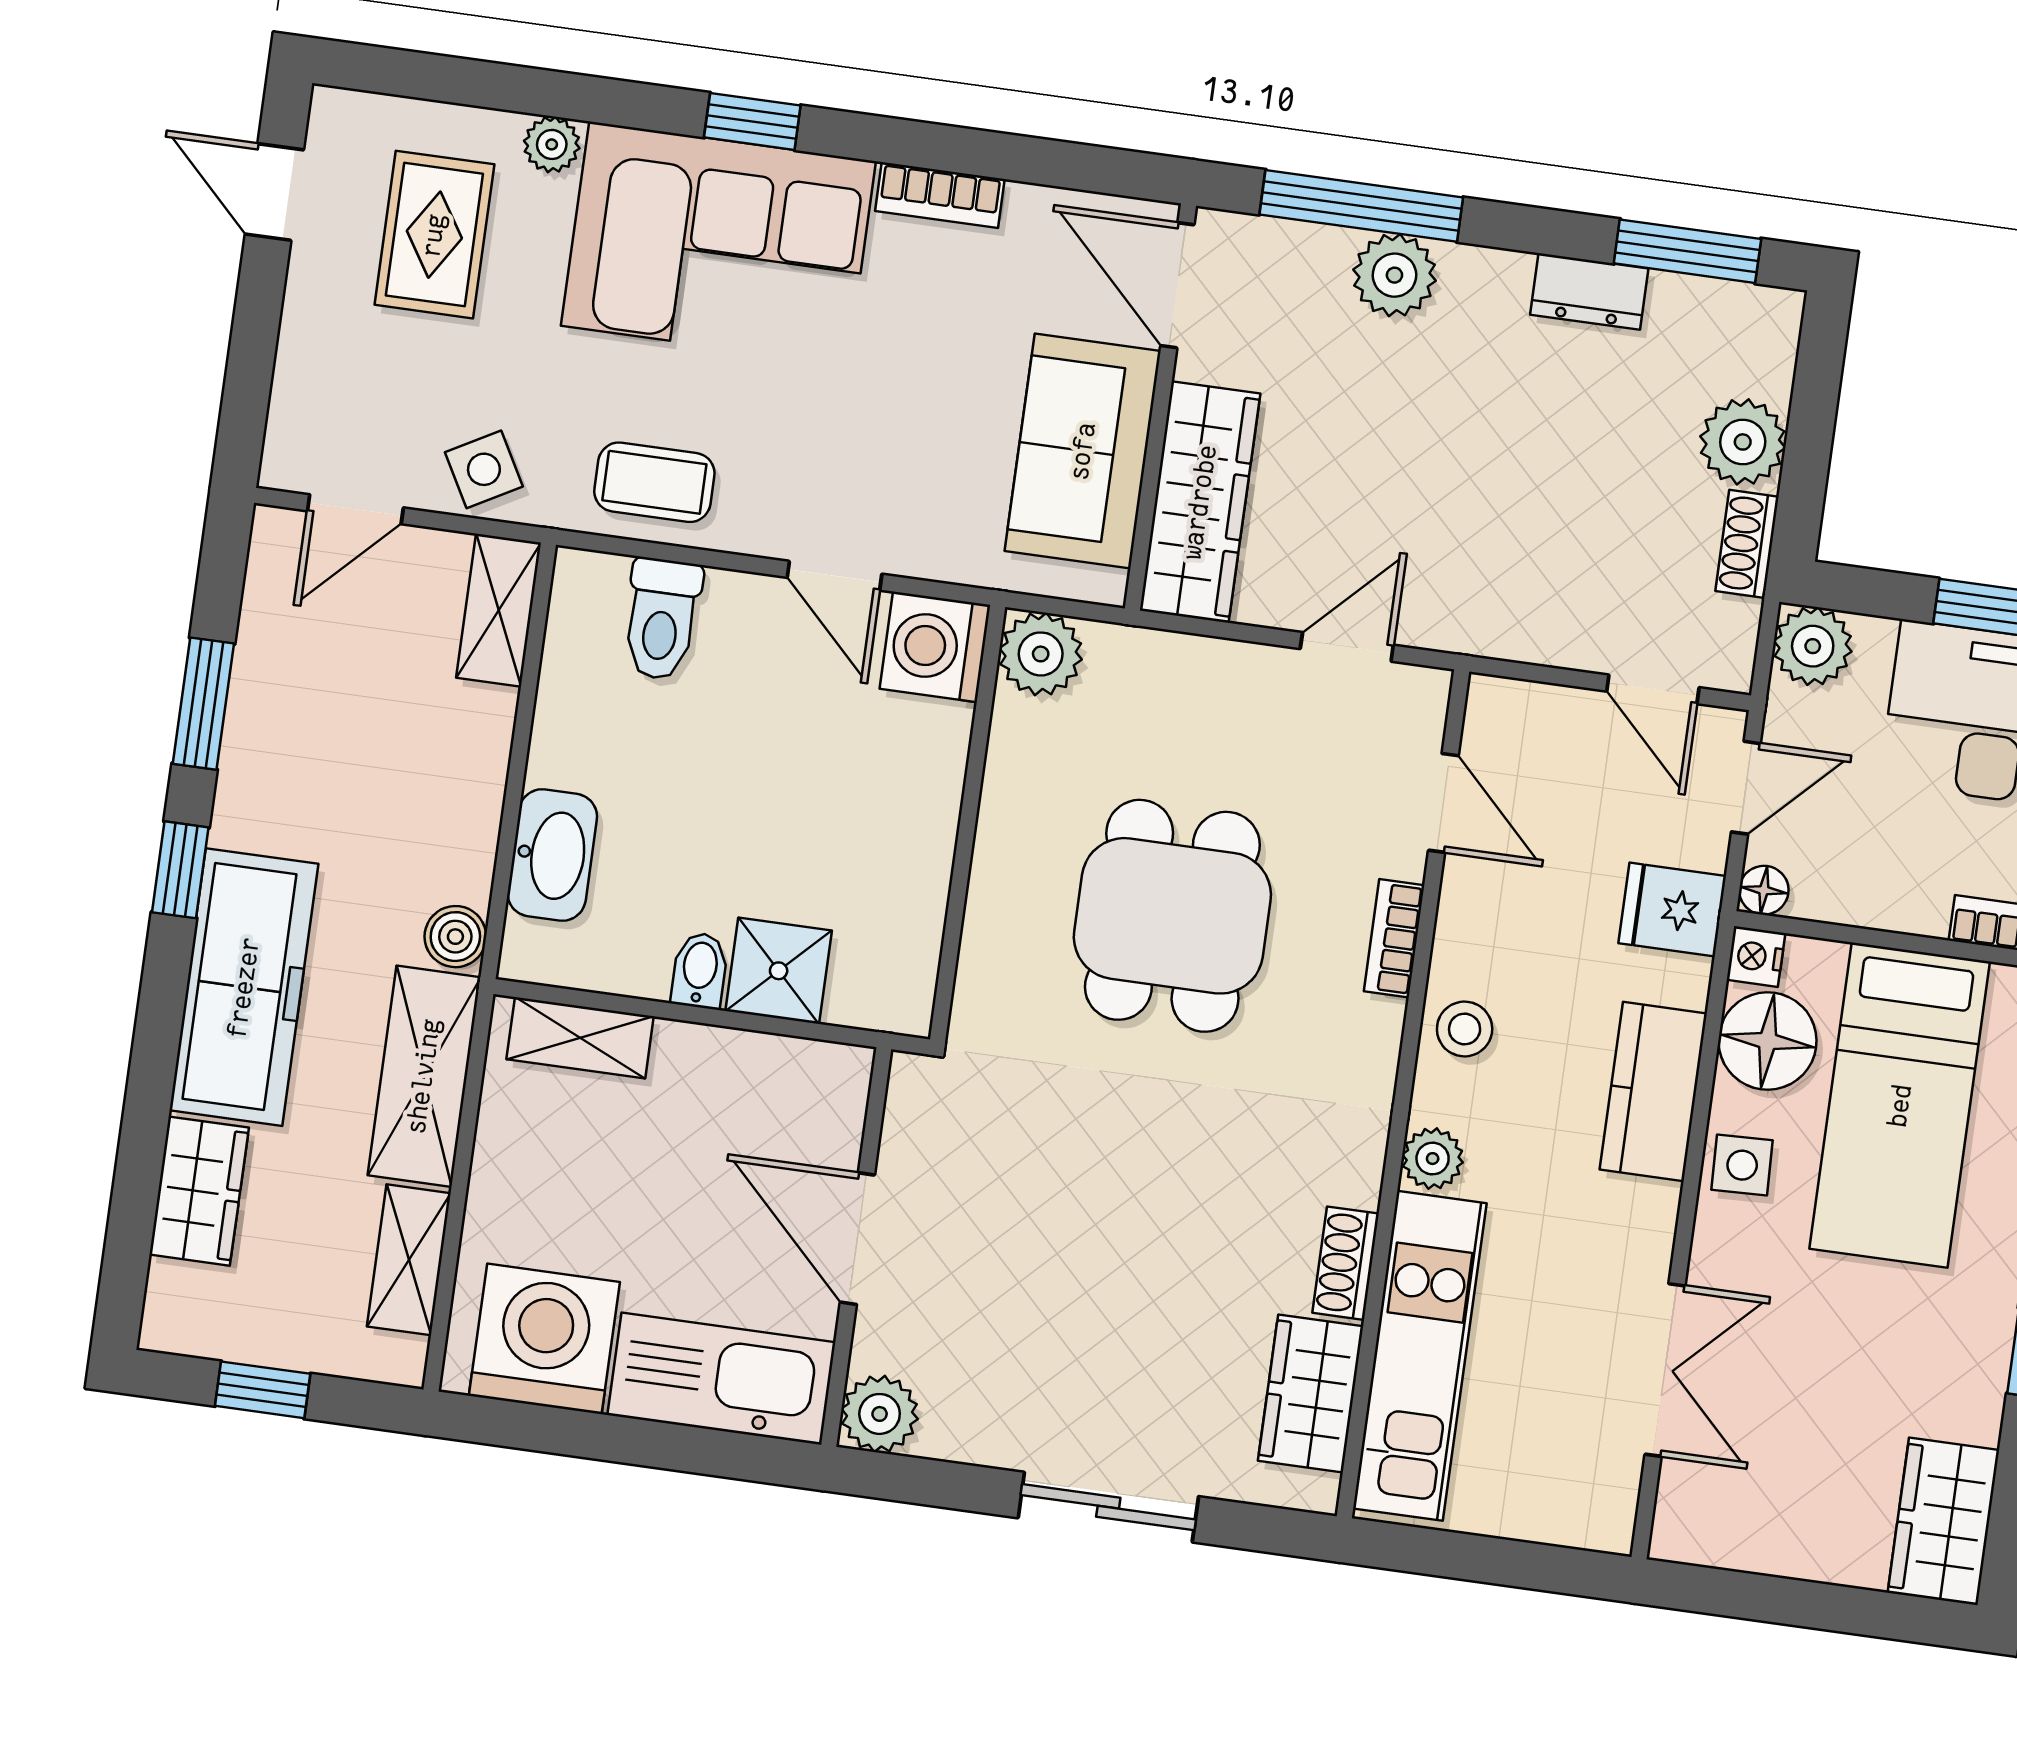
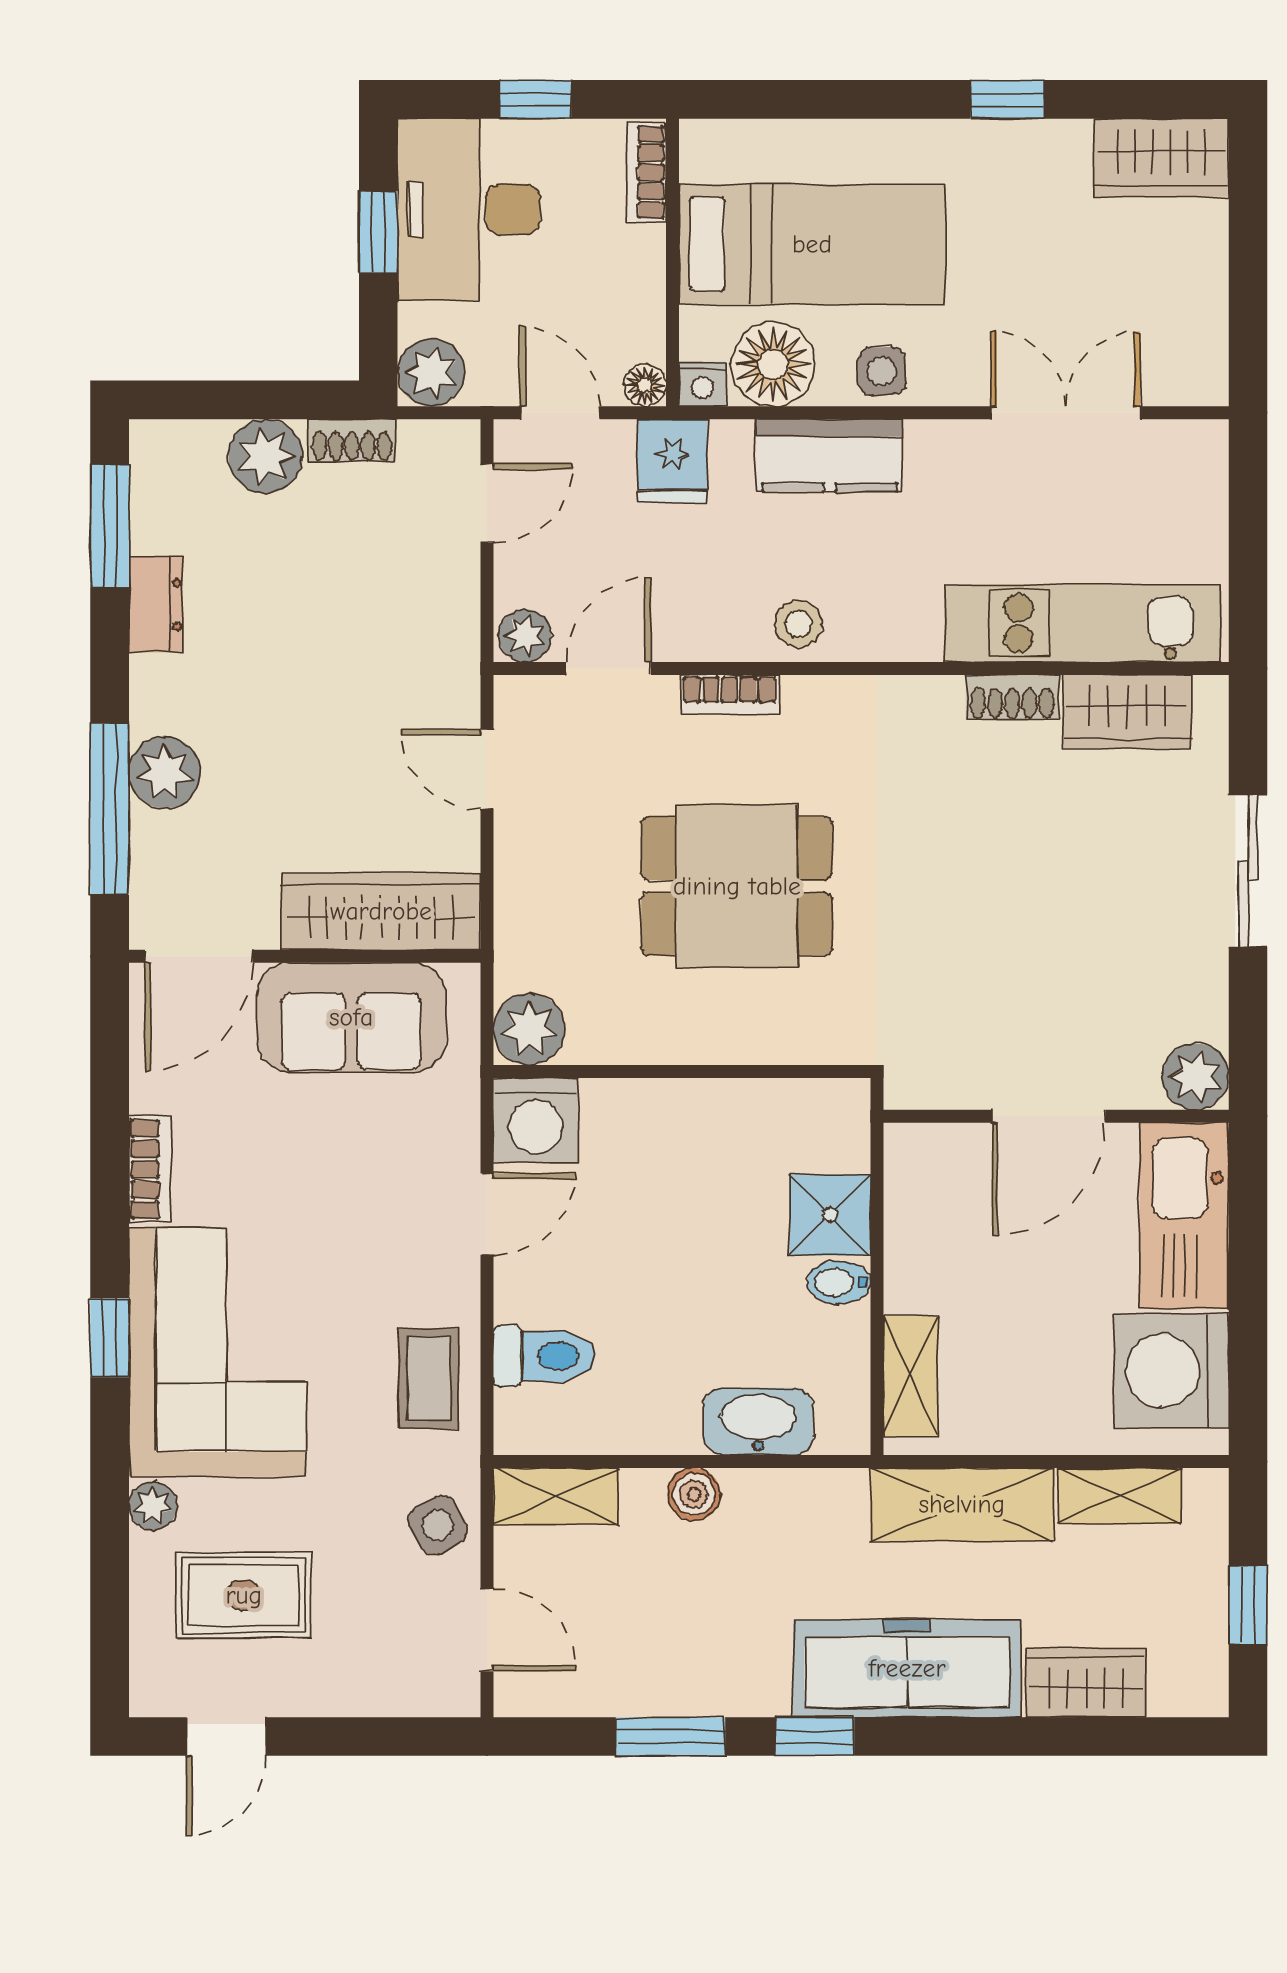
boiler: (455, 937) -> (694, 1494), moved
plant: (1433, 1159) -> (525, 636), moved

